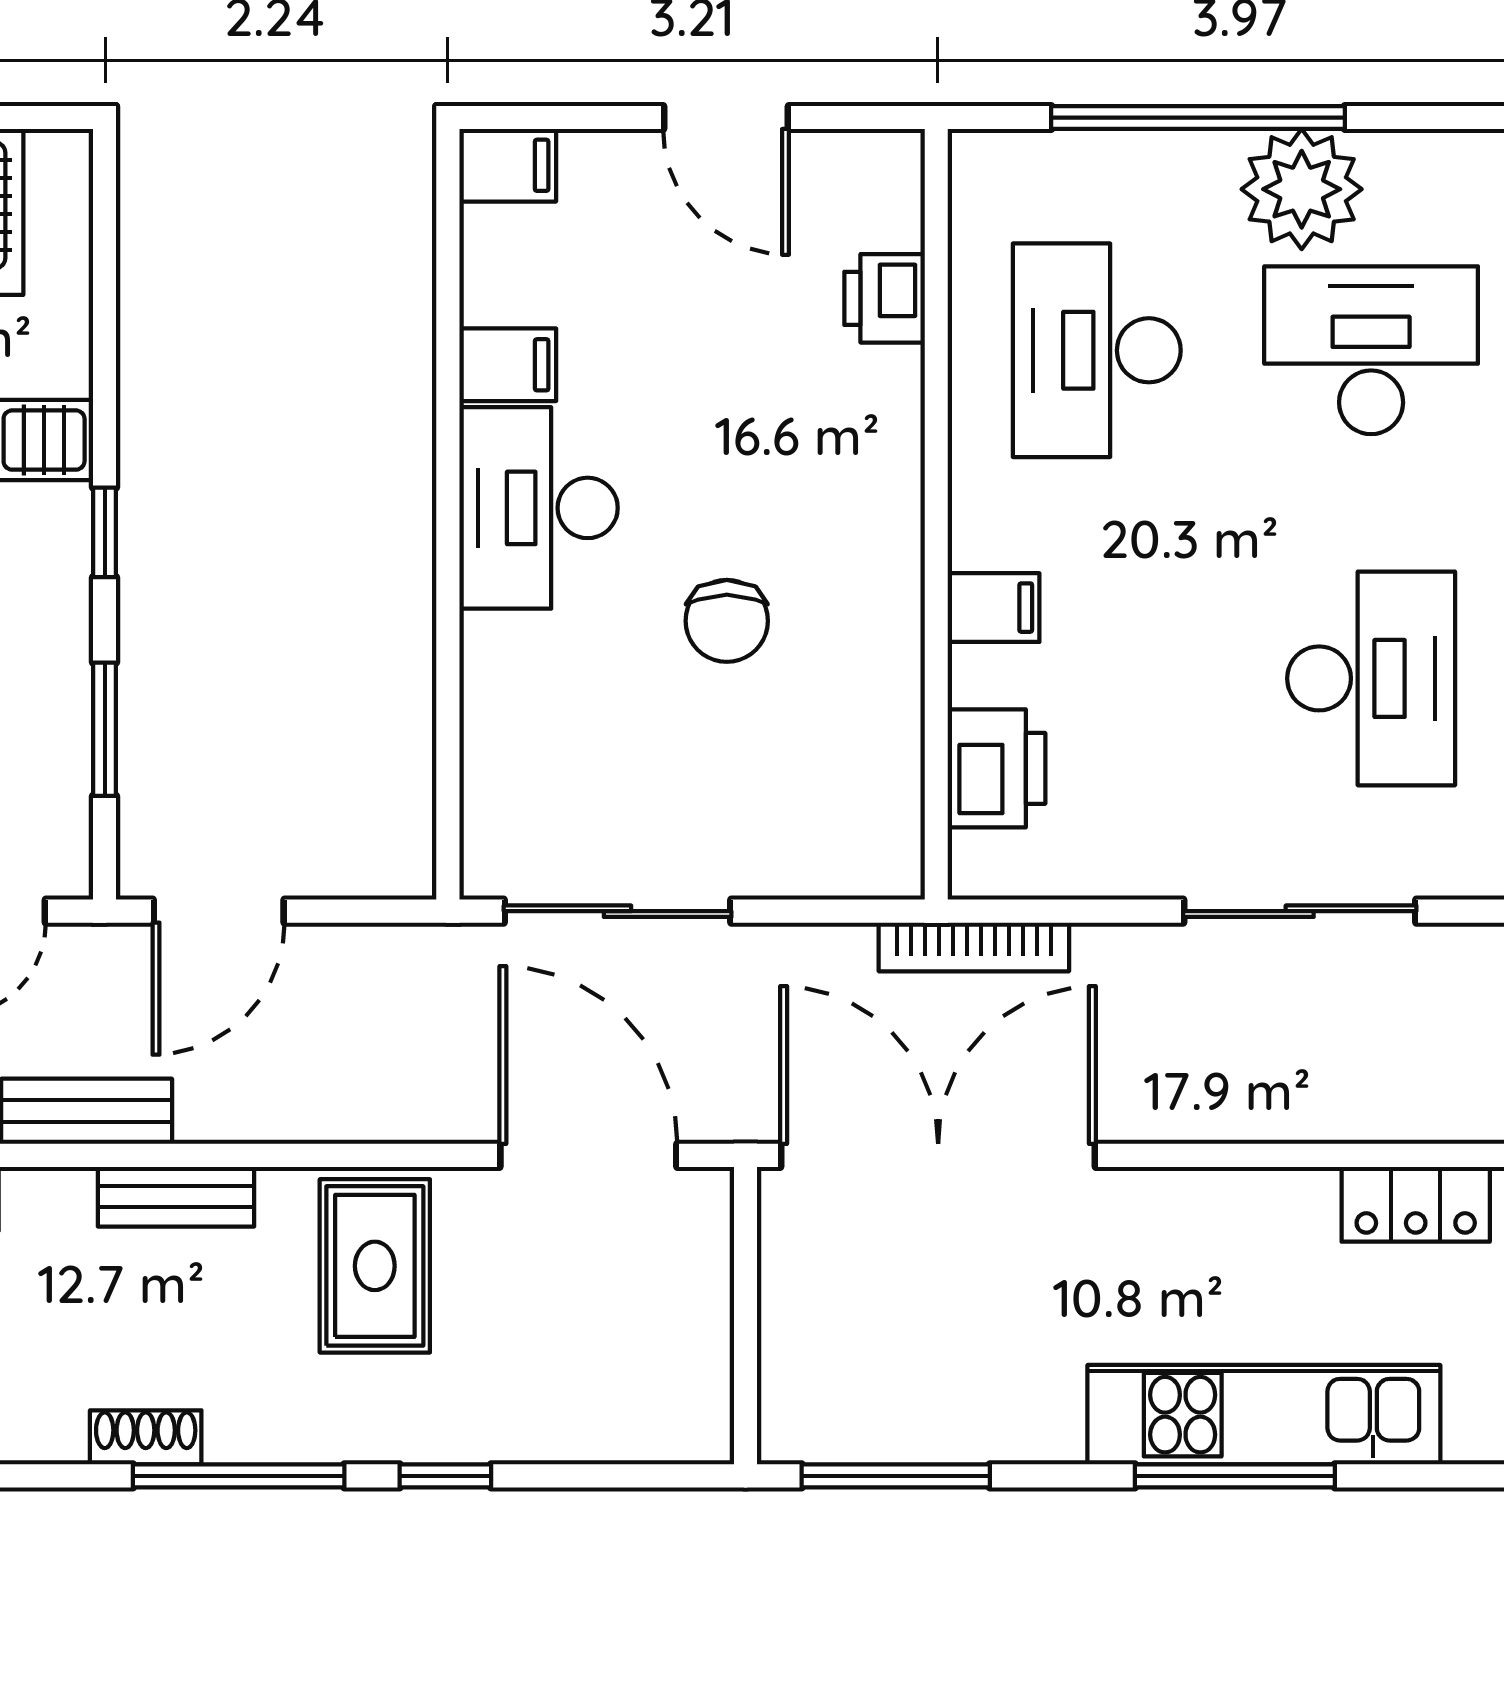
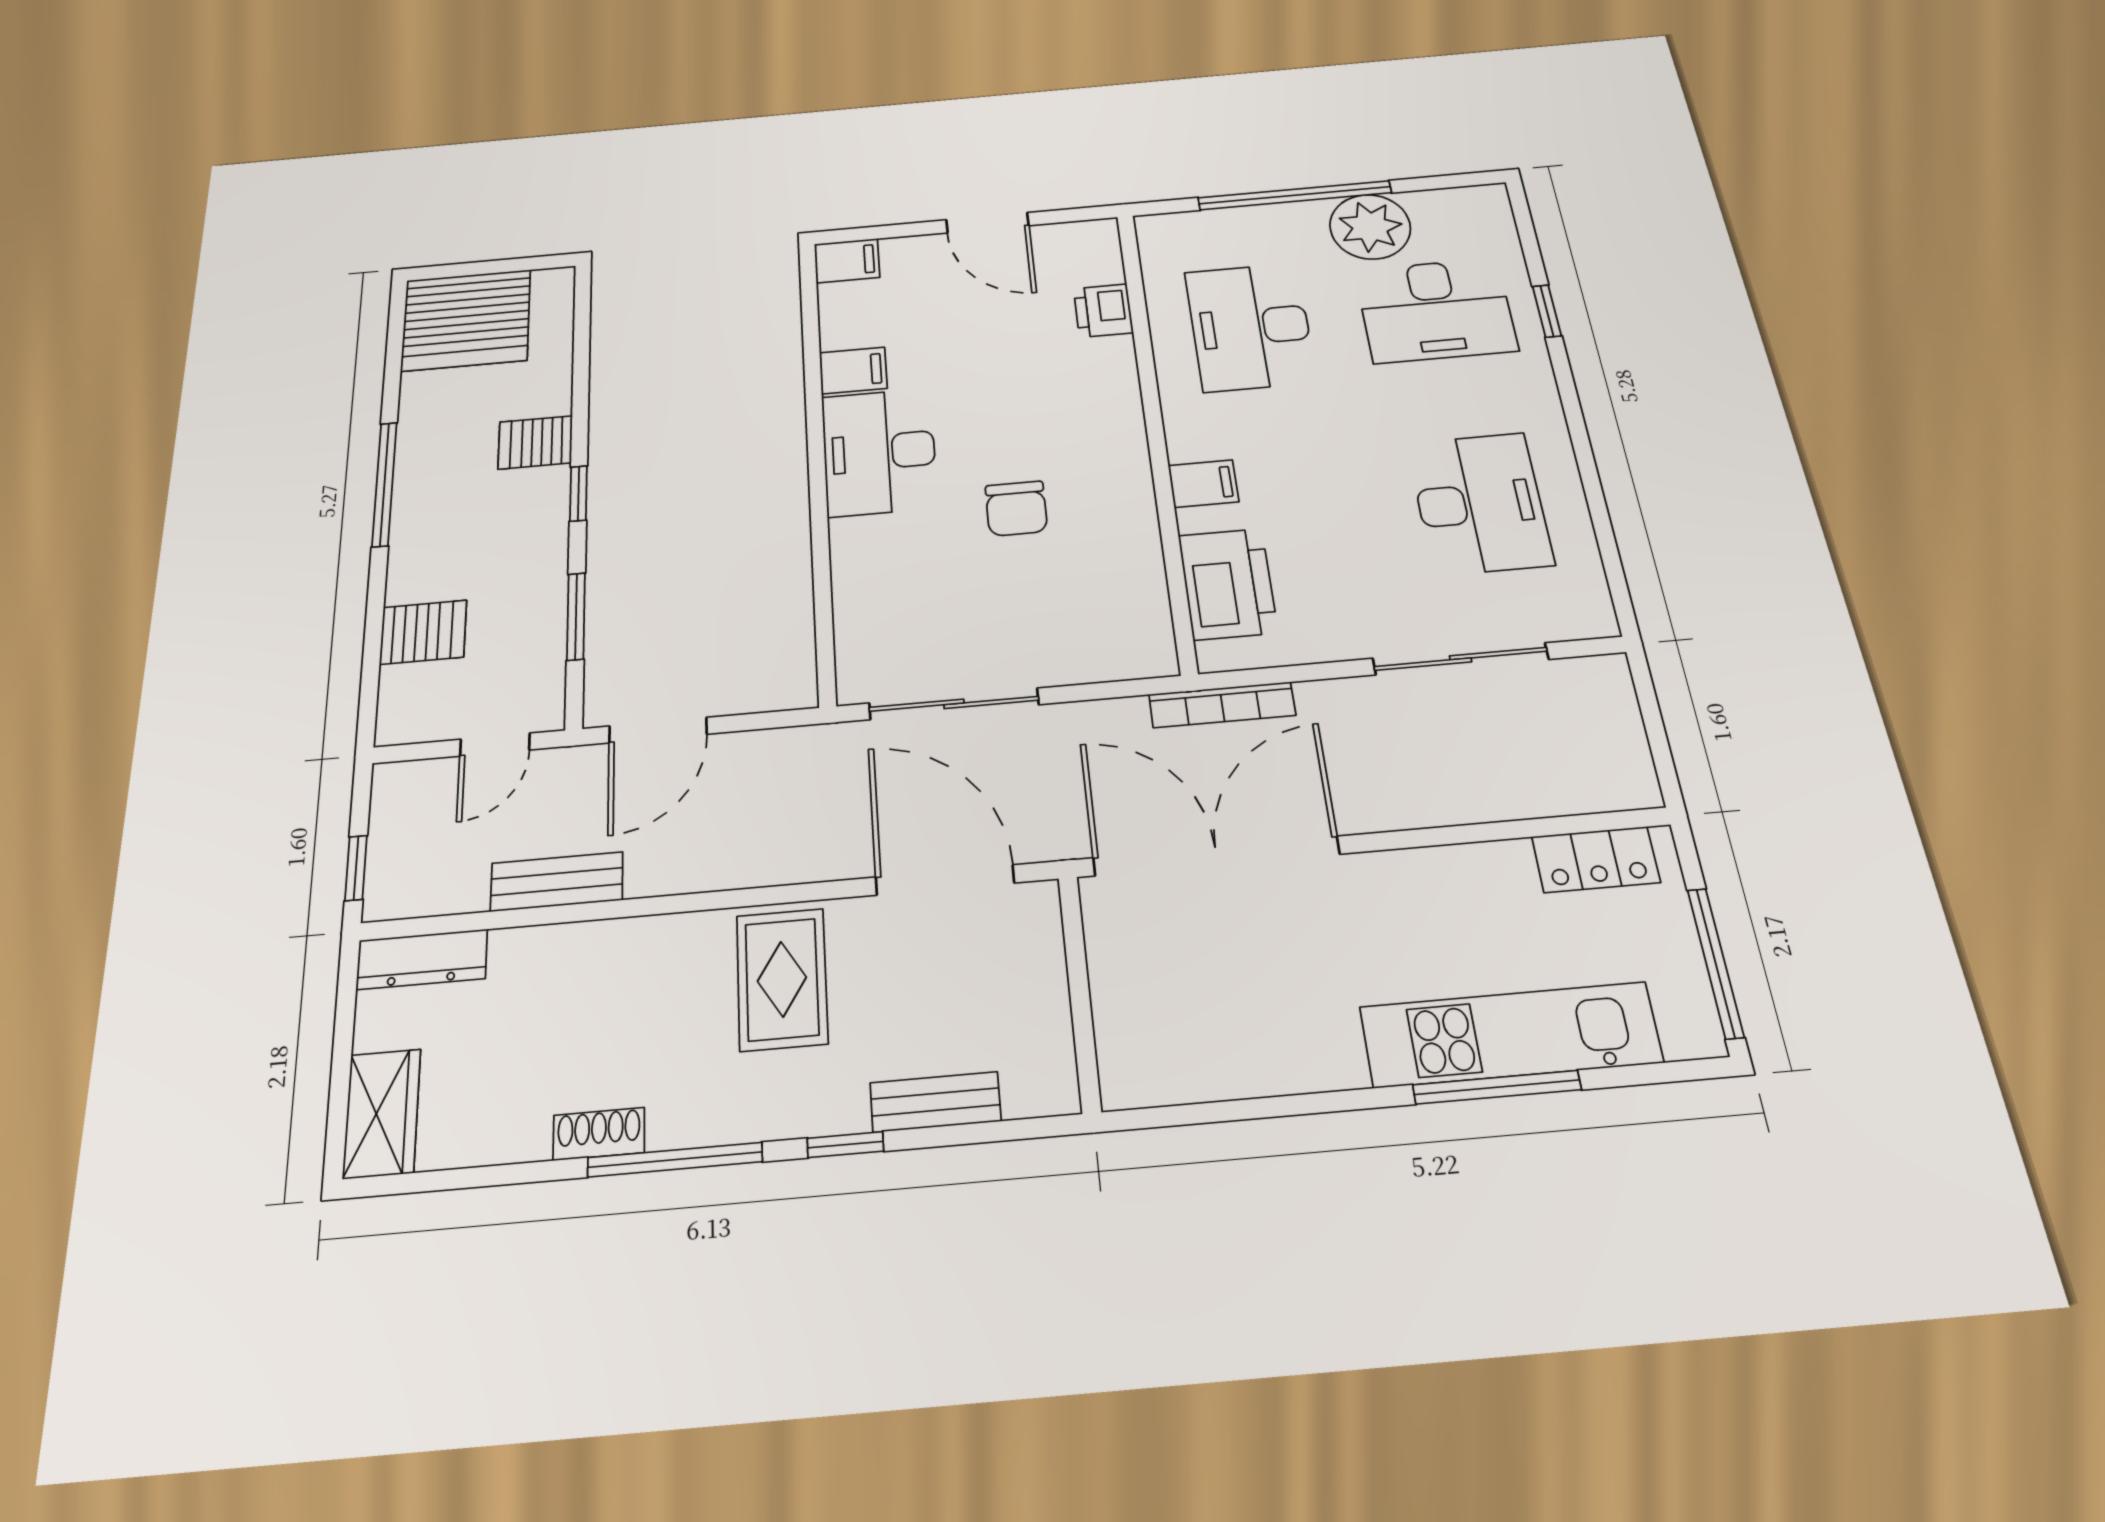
desk: (1371, 350) -> (1436, 310), turned 180
printer: (997, 768) -> (1228, 584), width x1.37, depth x1.19
bench: (176, 1197) -> (935, 1102), moved
window: (896, 1476) -> (1217, 1112), removed

